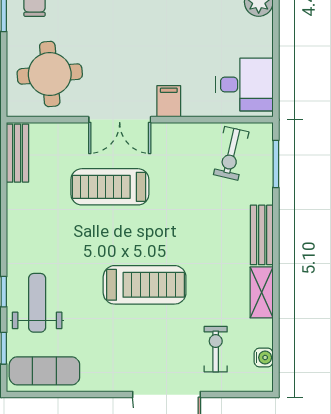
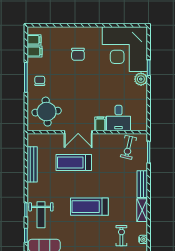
desk: (245, 85) -> (119, 118), moved, turned 90
bench: (18, 153) -> (32, 164), moved, width x1.36
treadmill: (145, 285) -> (89, 207), turned 180
weight bench: (37, 303) -> (41, 215), turned 180

